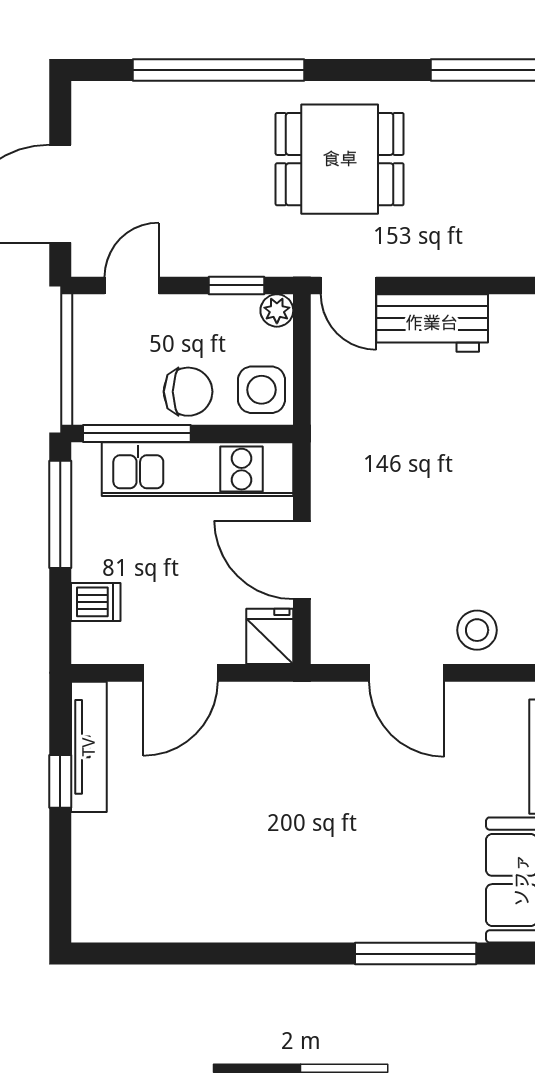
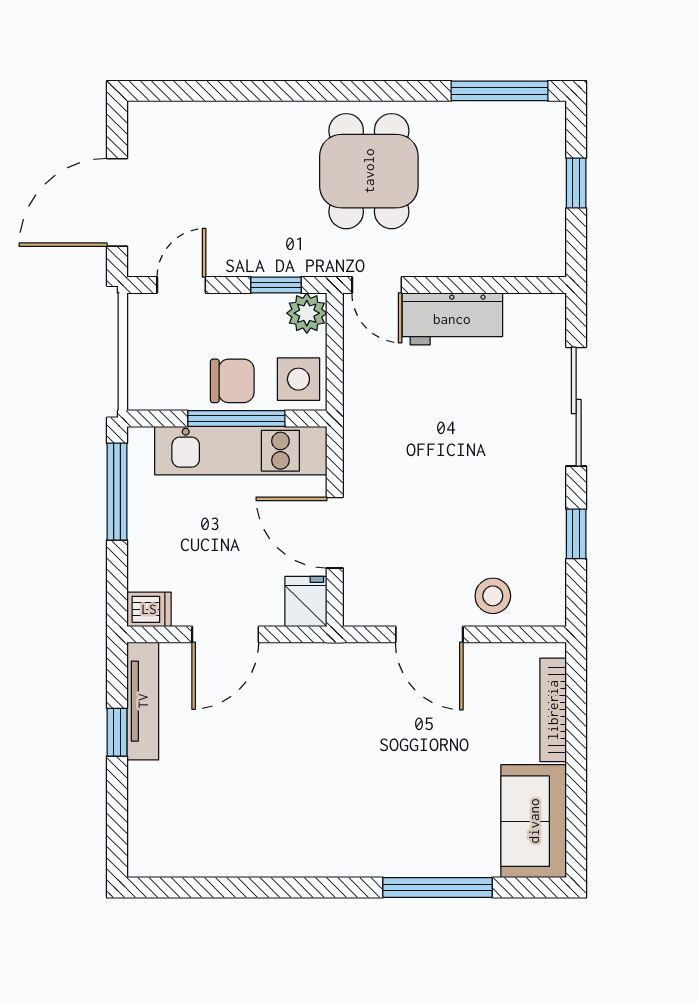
window: (218, 70) -> (260, 91), removed
dining table: (340, 159) -> (369, 171), turned 90
plant: (277, 310) -> (307, 313), width x1.38, depth x1.38
window: (137, 433) -> (236, 419), moved
dishwasher: (96, 602) -> (149, 609), moved

